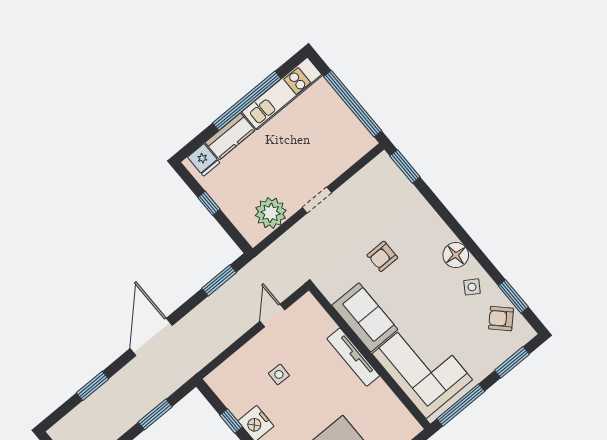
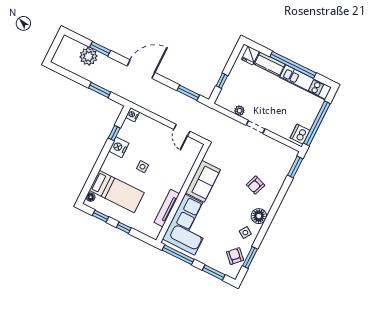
dishwasher: (358, 137) -> (300, 134), added
window: (209, 203) -> (222, 81), moved
plant: (271, 213) -> (239, 111), width x0.53, depth x0.53
armchair: (382, 256) -> (255, 185), moved, turned -70
door: (272, 316) -> (182, 130), swing flipped
tv unit: (353, 357) -> (167, 208), moved
side table: (279, 374) -> (143, 167), moved
nightstand: (215, 381) -> (133, 115), added
plant: (96, 409) -> (89, 56), added

